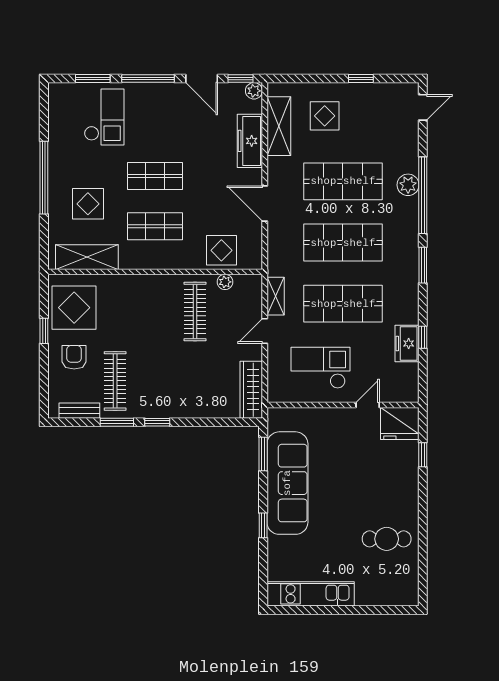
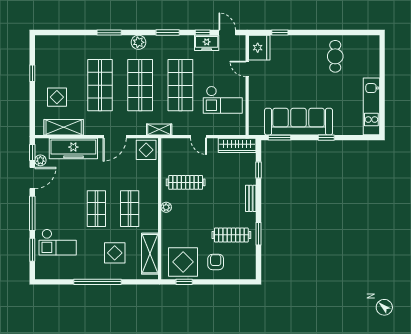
plant: (254, 91) -> (40, 160), moved
door: (423, 107) -> (227, 33), moved
checkout: (104, 117) -> (58, 242), turned 180
freezer: (250, 141) -> (73, 148), width x1.36, depth x1.26
plant: (408, 185) -> (138, 42), moved
window: (423, 195) -> (109, 33), width x0.47
display table: (221, 250) -> (146, 150), moved
window: (423, 265) -> (168, 33), moved
plant: (225, 282) -> (166, 207), moved
shelving: (276, 296) -> (159, 129), moved
window: (44, 331) -> (184, 282), moved
armchair: (74, 357) -> (216, 262), turned 90
checkout: (321, 368) -> (223, 100), turned -90
bench: (79, 411) -> (251, 198), moved
window: (157, 422) -> (258, 170), moved

